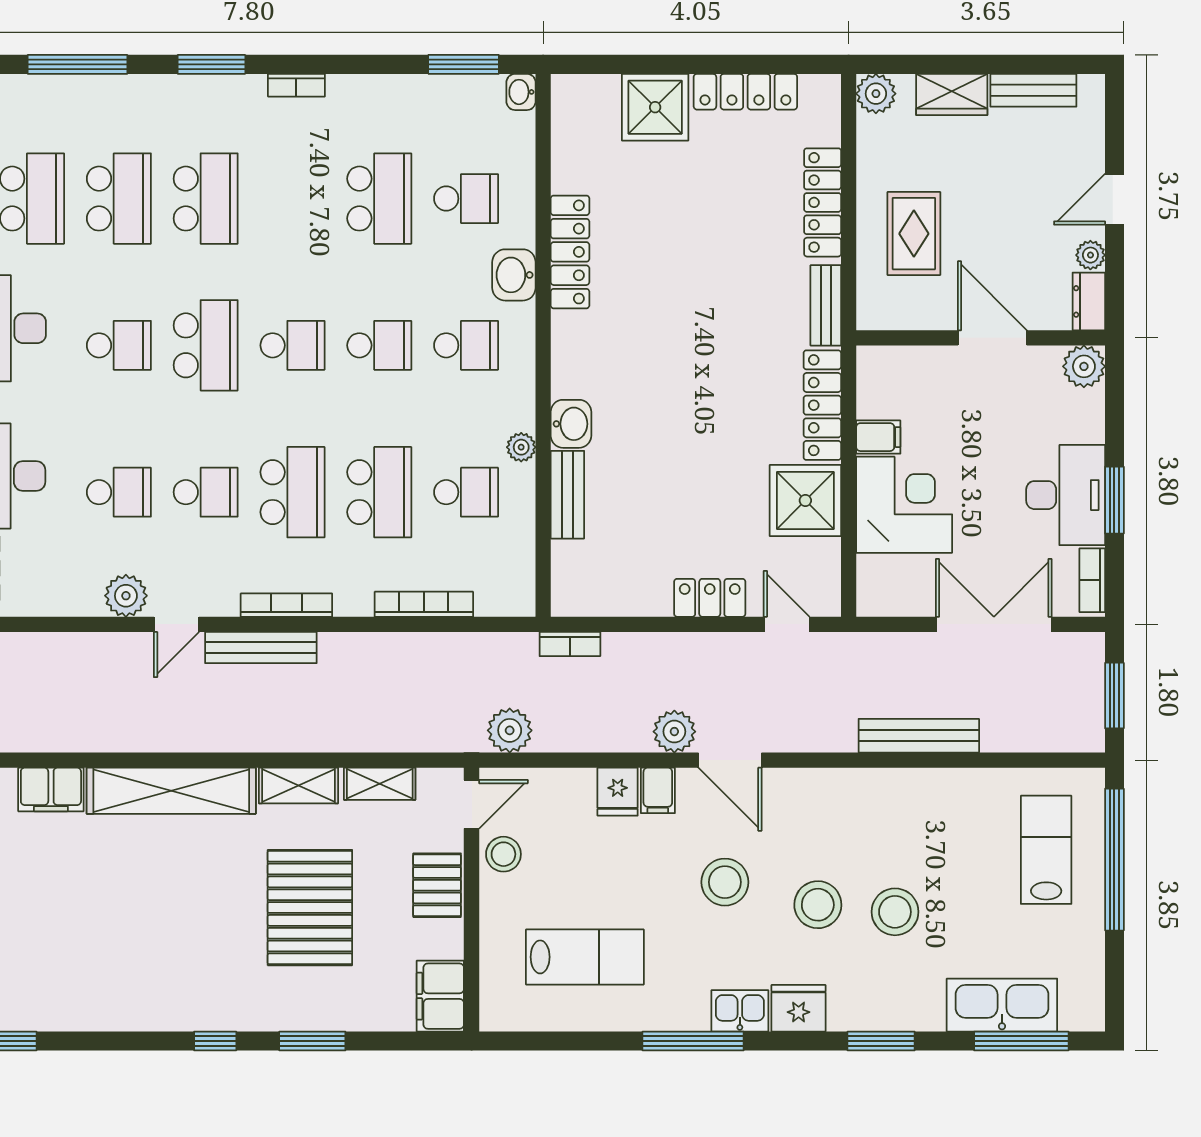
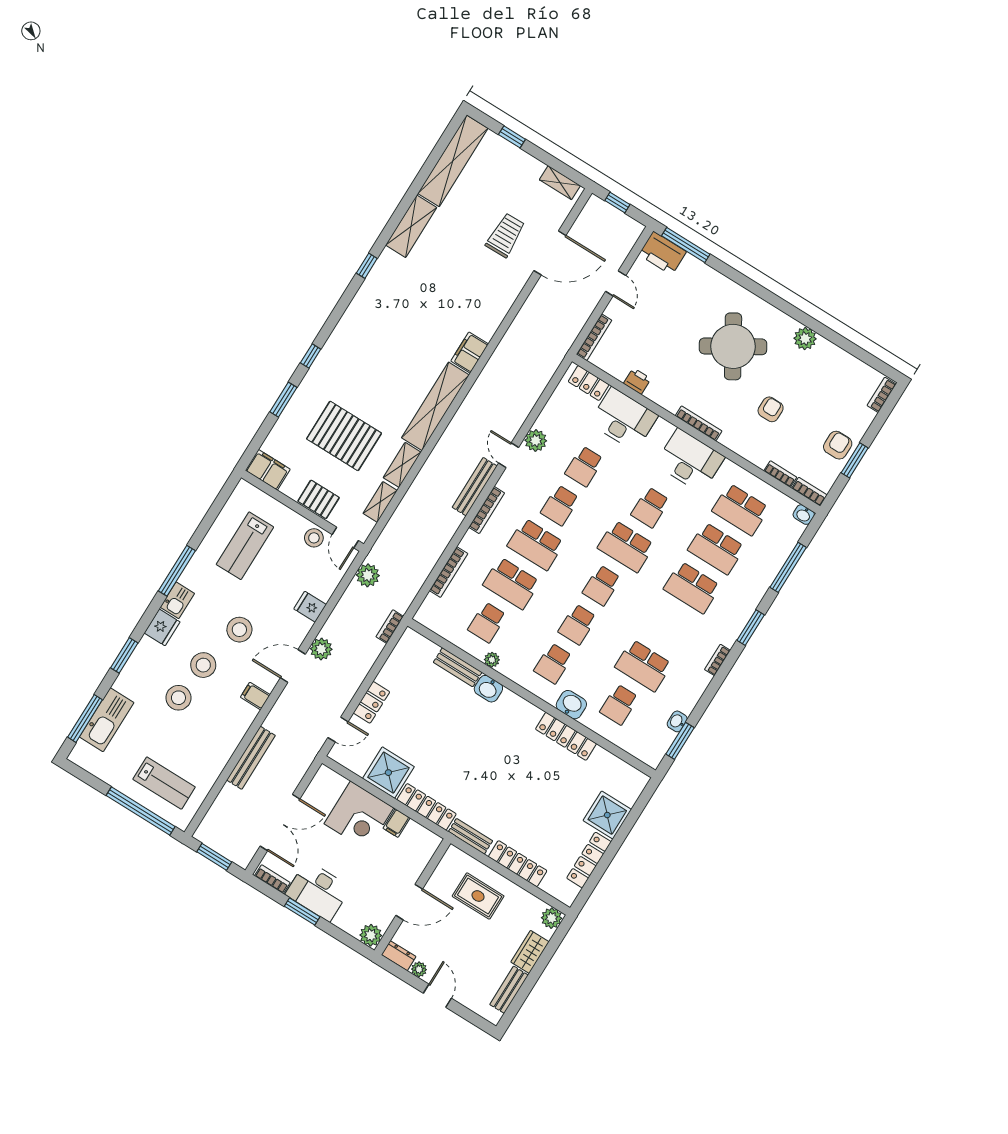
washbasin: (521, 92) -> (677, 721), moved, turned -90
filing cabinet: (658, 790) -> (255, 696), moved

